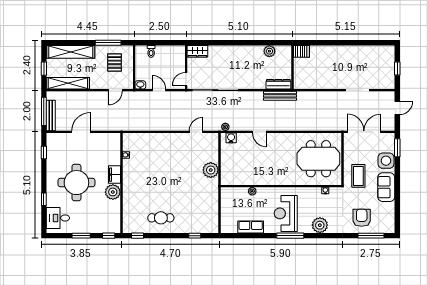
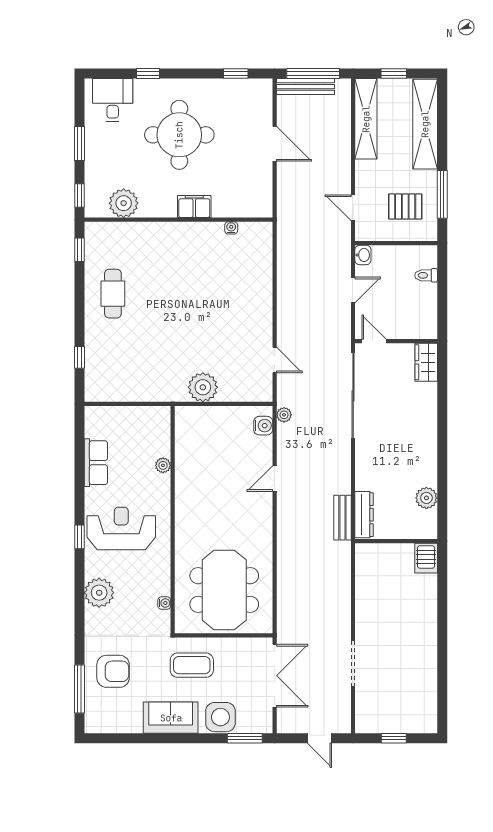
bench: (280, 96) -> (342, 518), width x0.73
plant: (113, 192) -> (124, 203), moved
window: (290, 236) -> (79, 537), width x0.46

